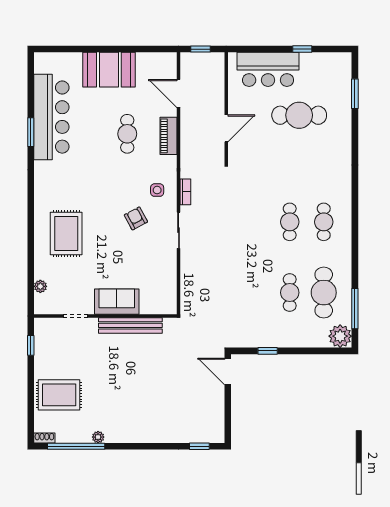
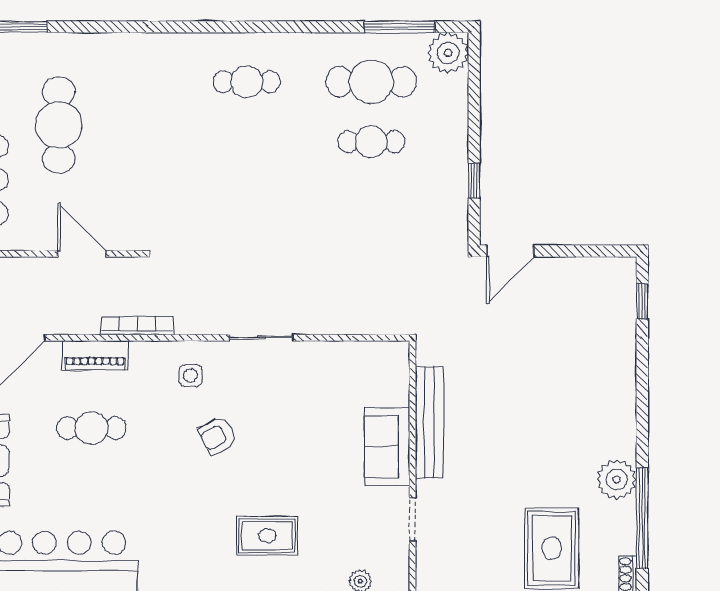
bookcase: (185, 192) -> (137, 326), moved, width x1.56
armchair: (136, 218) -> (217, 436), moved
cafe table: (290, 222) -> (247, 142), removed
rug: (66, 234) -> (267, 536), width x0.73, depth x0.70
plant: (98, 437) -> (617, 479), width x1.87, depth x1.87

